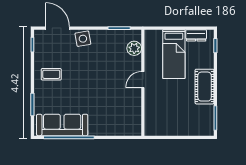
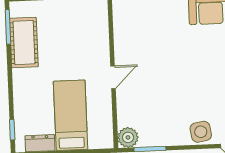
plant: (134, 48) -> (128, 137), moved
cot: (205, 87) -> (24, 43), moved

